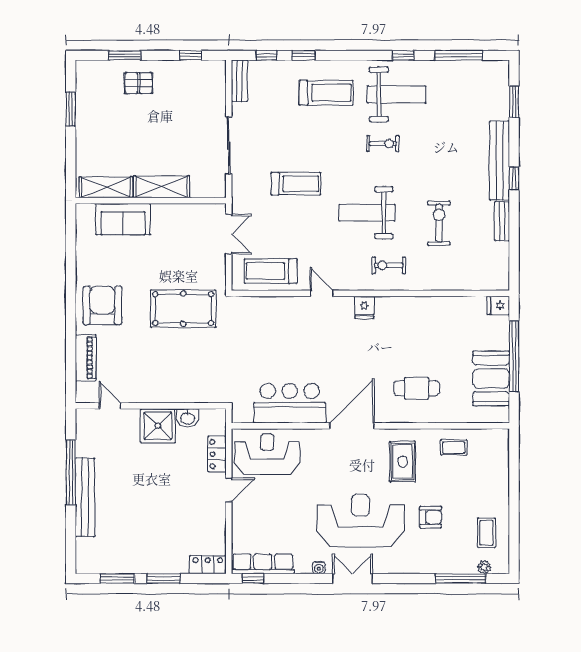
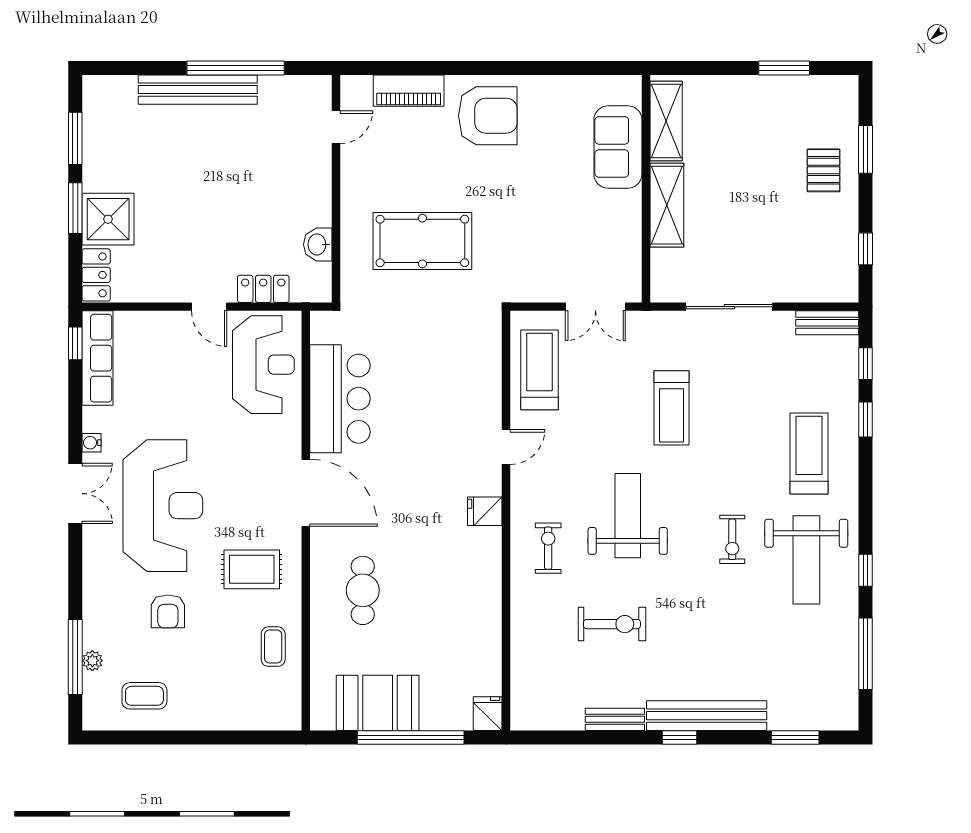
treadmill: (326, 93) -> (809, 454), turned 180
pool table: (183, 309) -> (422, 241), moved, turned 90
shower: (158, 426) -> (108, 219), moved
plant: (484, 567) -> (92, 661), moved

